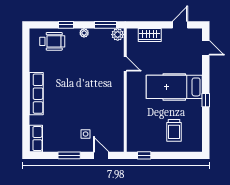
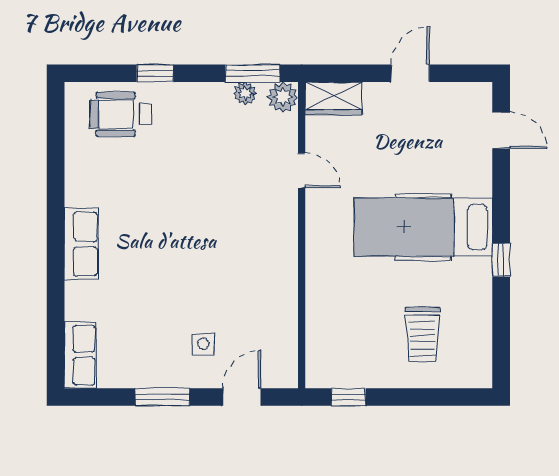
door: (180, 25) -> (410, 73), moved
plant: (84, 33) -> (245, 93), moved
wardrobe: (150, 35) -> (333, 98), moved
wheelchair: (52, 41) -> (121, 114), turned 180
row of seats: (36, 94) -> (81, 244), width x0.68
door: (101, 155) -> (242, 397), hinge flipped

